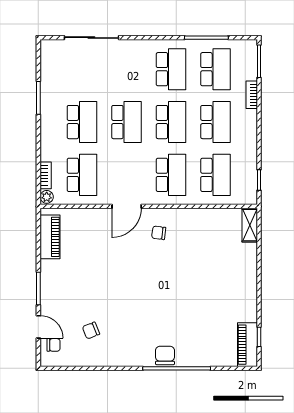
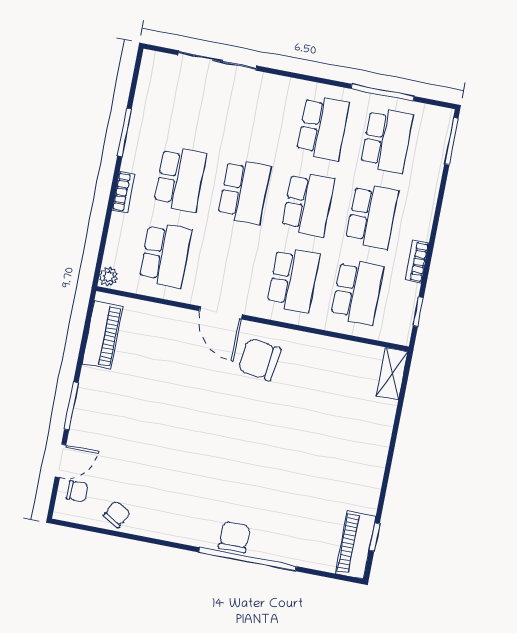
bookcase: (252, 95) -> (417, 262), moved
bookcase: (46, 175) -> (123, 192), moved
door: (127, 206) -> (221, 313), hinge flipped
chair: (159, 233) -> (259, 359), width x1.87, depth x1.87
door: (38, 327) -> (61, 461), hinge flipped
chair: (91, 330) -> (117, 514), moved, turned 141

